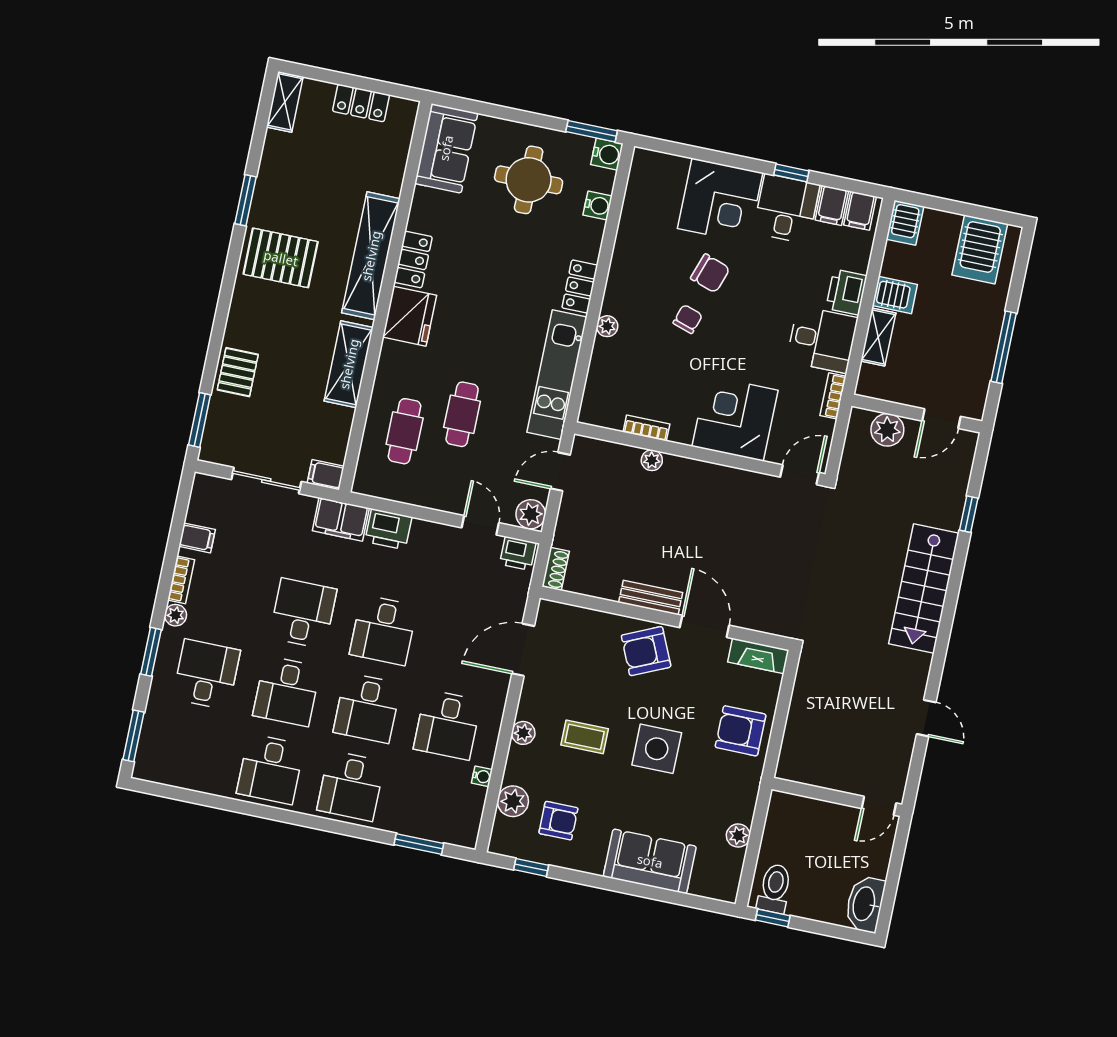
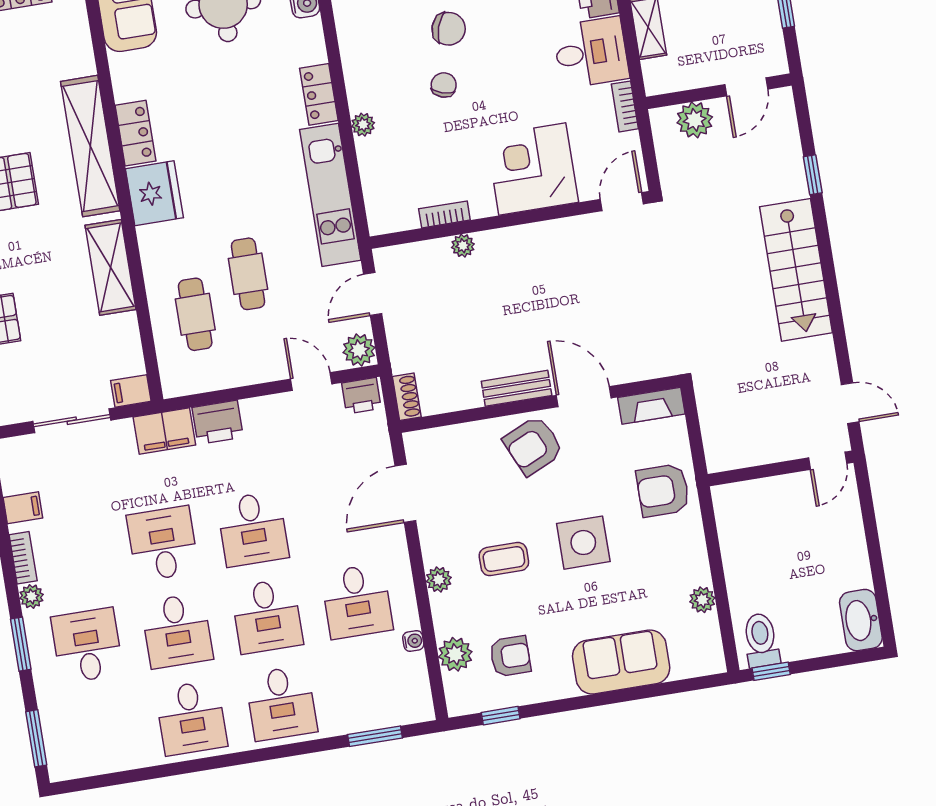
wall: (837, 797) -> (781, 468), moved
door: (879, 806) -> (828, 461), moved

